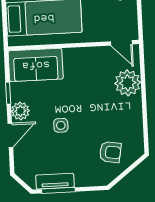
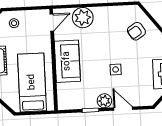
sofa: (36, 65) -> (67, 61), moved
armchair: (110, 152) -> (136, 31), turned -133

